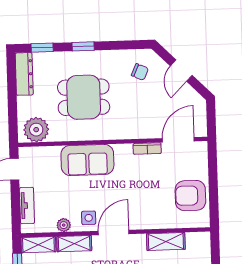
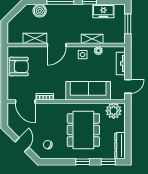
dining table: (84, 97) -> (83, 130), width x1.37
door: (178, 140) -> (25, 102), hinge flipped
sofa: (87, 160) -> (88, 91), width x1.36
door: (114, 232) -> (57, 45), moved
shelving: (38, 245) -> (114, 39), removed

